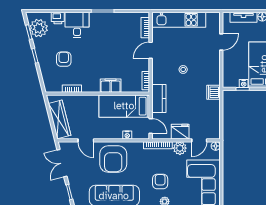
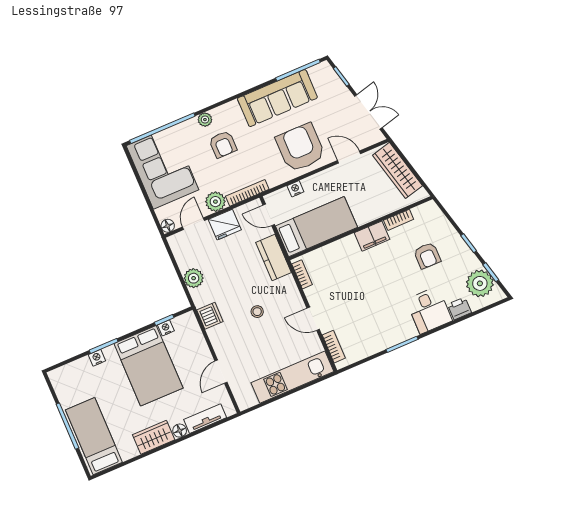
door: (151, 50) -> (313, 319), swing flipped
filing cabinet: (111, 86) -> (372, 236), moved
dishwasher: (213, 92) -> (210, 316), moved
plant: (213, 107) -> (194, 278), added

